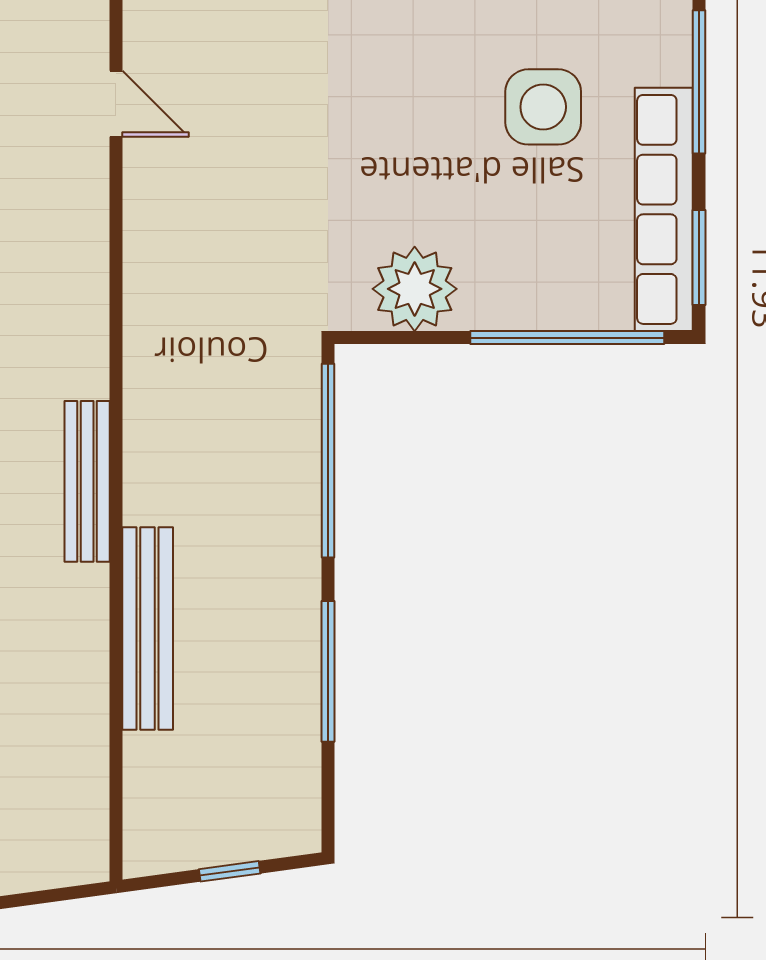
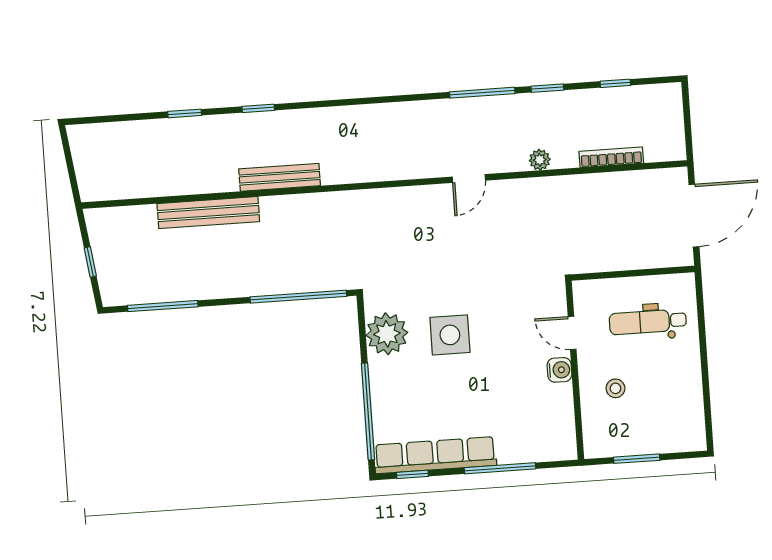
side table: (543, 107) -> (450, 335), moved
window: (699, 258) -> (412, 474), width x0.67
window: (328, 671) -> (163, 306), moved

